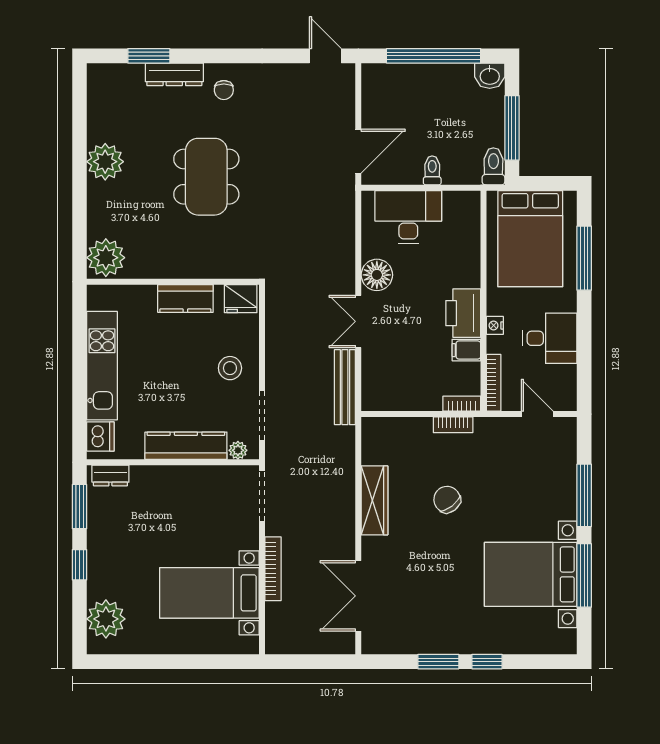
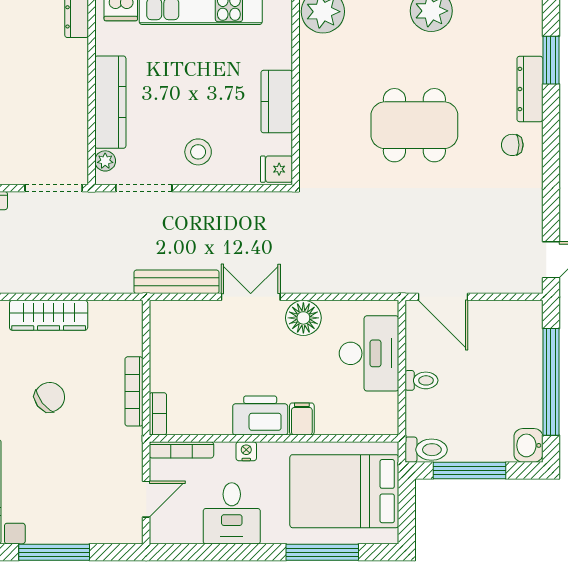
fridge: (241, 299) -> (277, 169), width x0.72
filing cabinet: (466, 350) -> (302, 419), moved
bookcase: (453, 425) -> (134, 391), width x1.56

